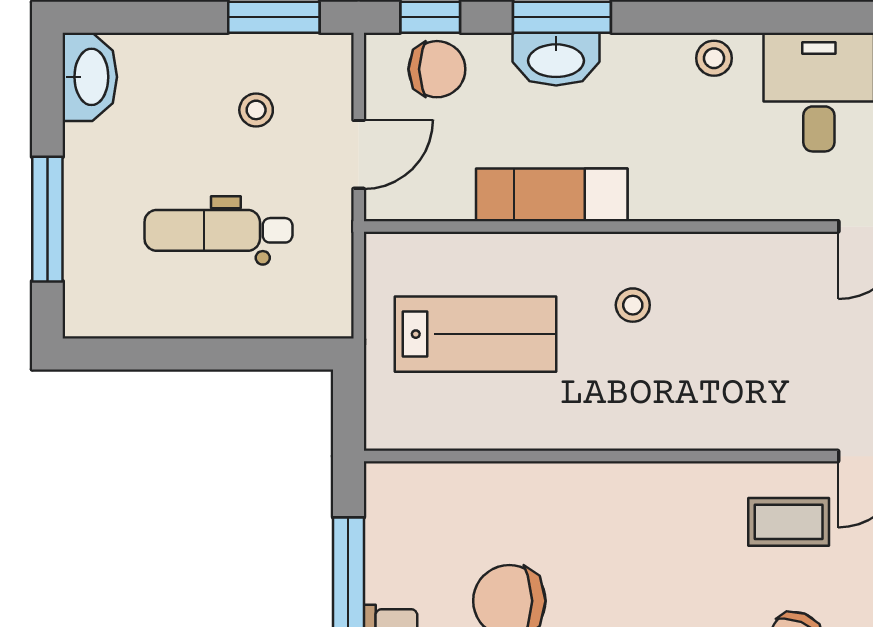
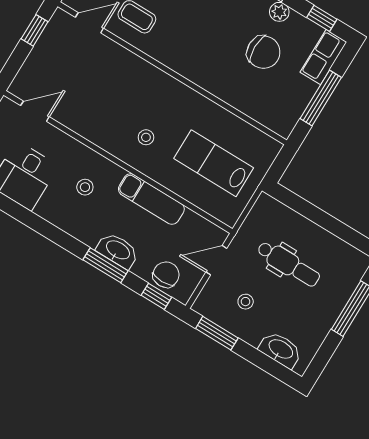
stool: (714, 58) -> (85, 187), moved
chair: (437, 69) -> (166, 275), turned 90
washbasin: (90, 77) -> (280, 350), moved, turned 90

